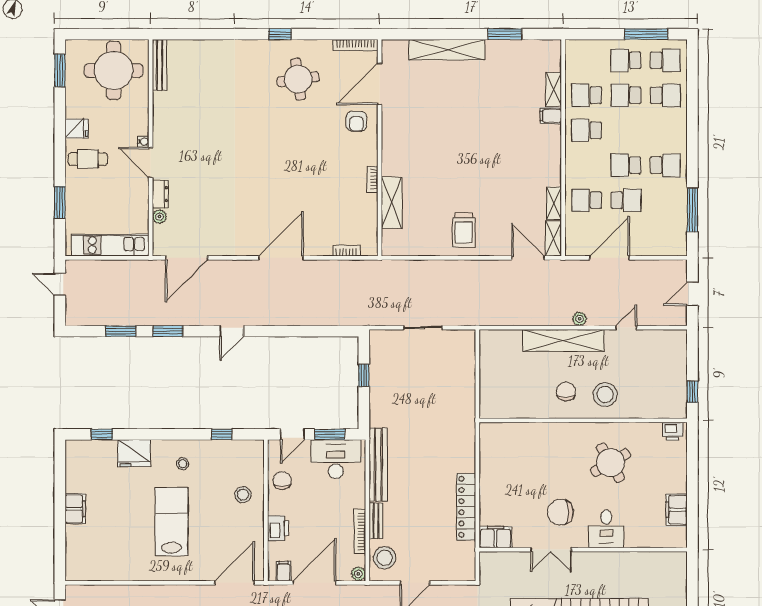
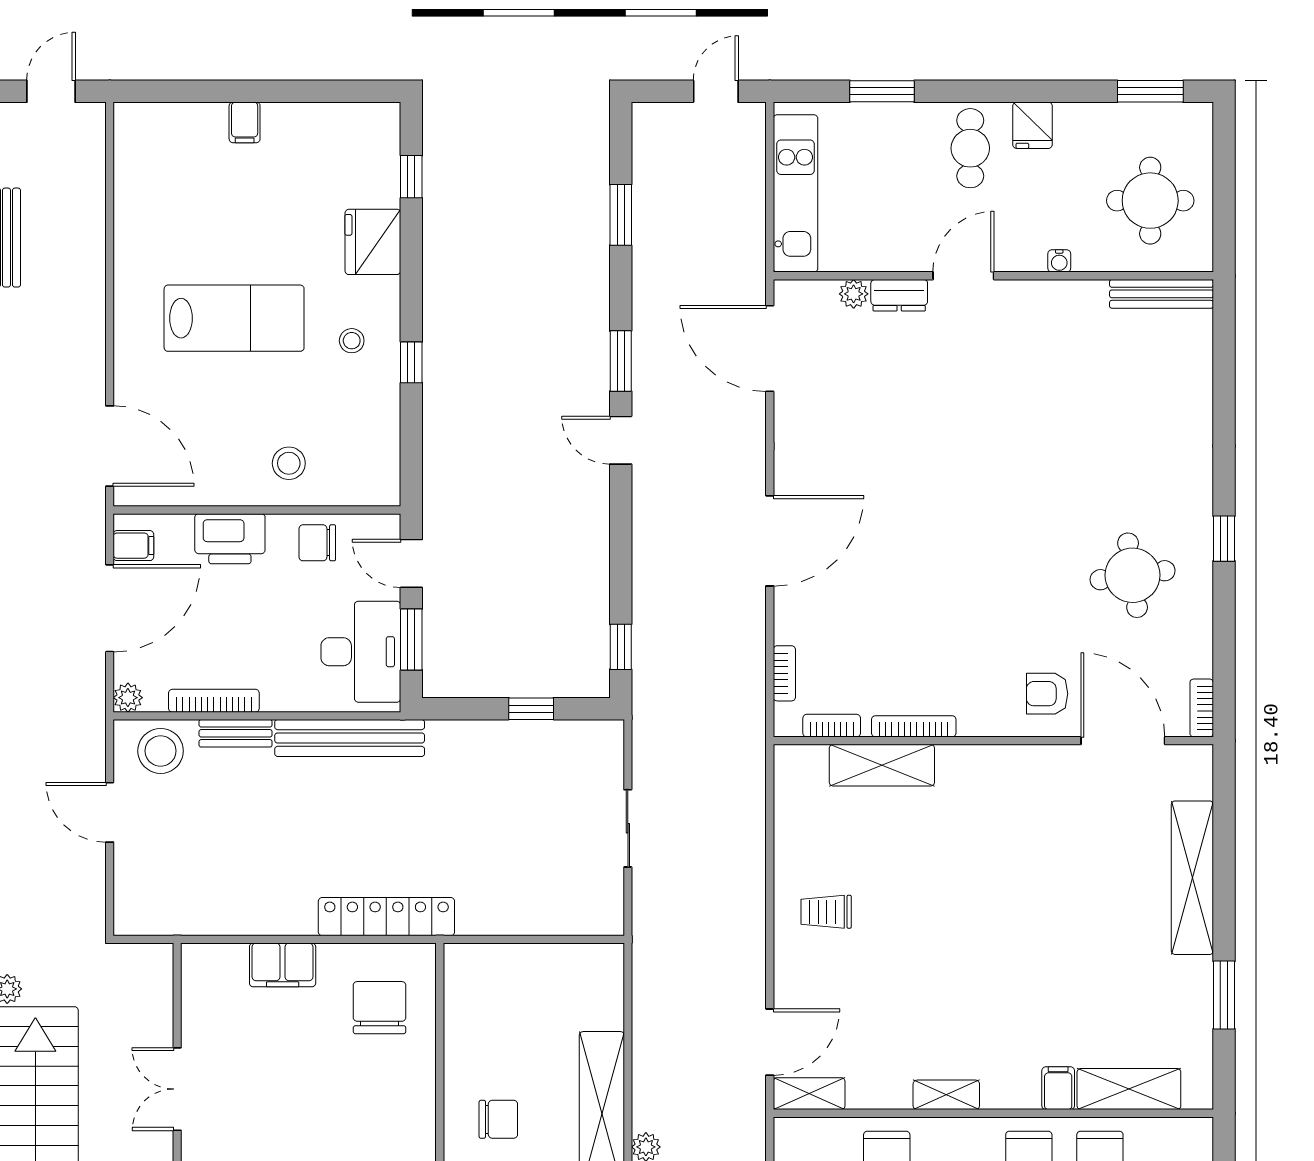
bookcase: (355, 45) -> (1202, 708), width x0.64
round table: (114, 70) -> (1150, 201), width x0.73, depth x0.73
shelving: (554, 89) -> (1129, 1089), width x1.50, depth x1.33
water cooler: (143, 142) -> (1059, 261), moved
bookcase: (372, 179) -> (914, 726), width x1.56
shelving: (554, 203) -> (946, 1095), moved
bookcase: (372, 227) -> (832, 726), added
trolley: (464, 230) -> (826, 912), width x0.73, depth x0.72
door: (281, 258) -> (770, 541), hinge flipped
window: (168, 331) -> (621, 361), moved
window: (333, 331) -> (621, 647), added
window: (222, 434) -> (411, 362), moved
chair: (282, 481) -> (317, 543), turned 180
locker: (466, 507) -> (386, 917), moved
filing cabinet: (75, 509) -> (245, 122), width x0.50
chair: (560, 512) -> (380, 1008), moved
printer: (278, 528) -> (230, 539), width x1.37, depth x1.19
filing cabinet: (495, 537) -> (283, 965), moved, turned 90
door: (314, 583) -> (110, 608), hinge flipped

